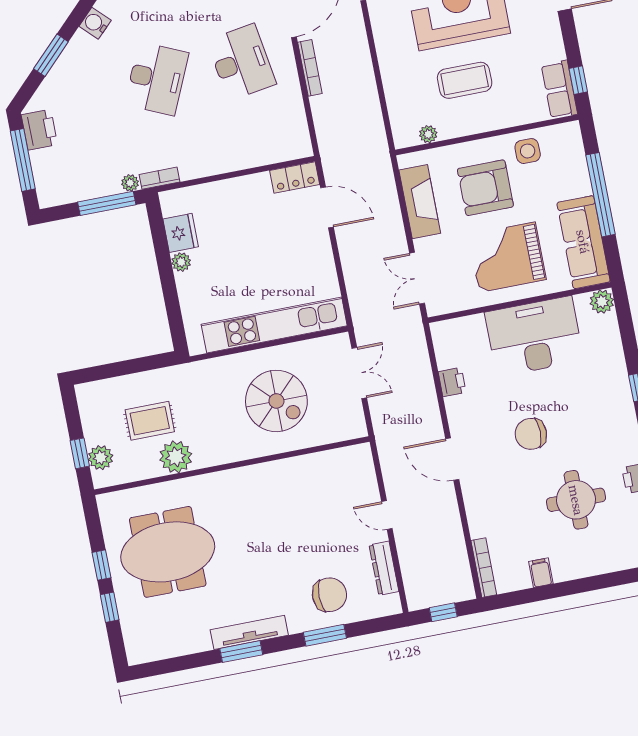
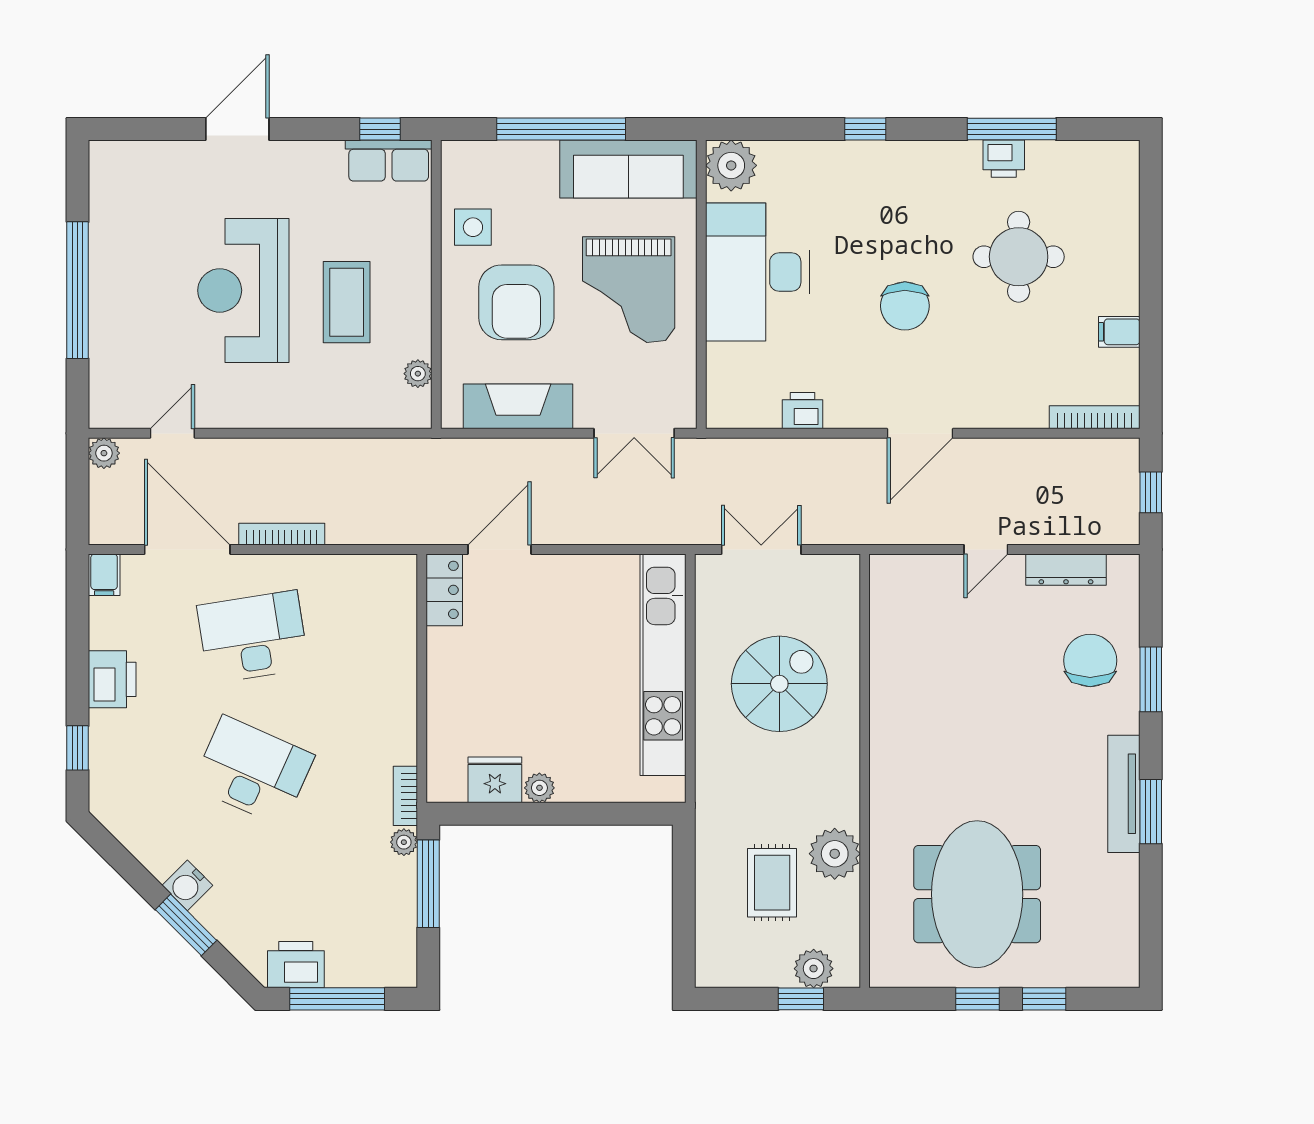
water cooler: (95, 23) -> (187, 885), moved
plant: (602, 302) -> (731, 165), width x1.36, depth x1.36

